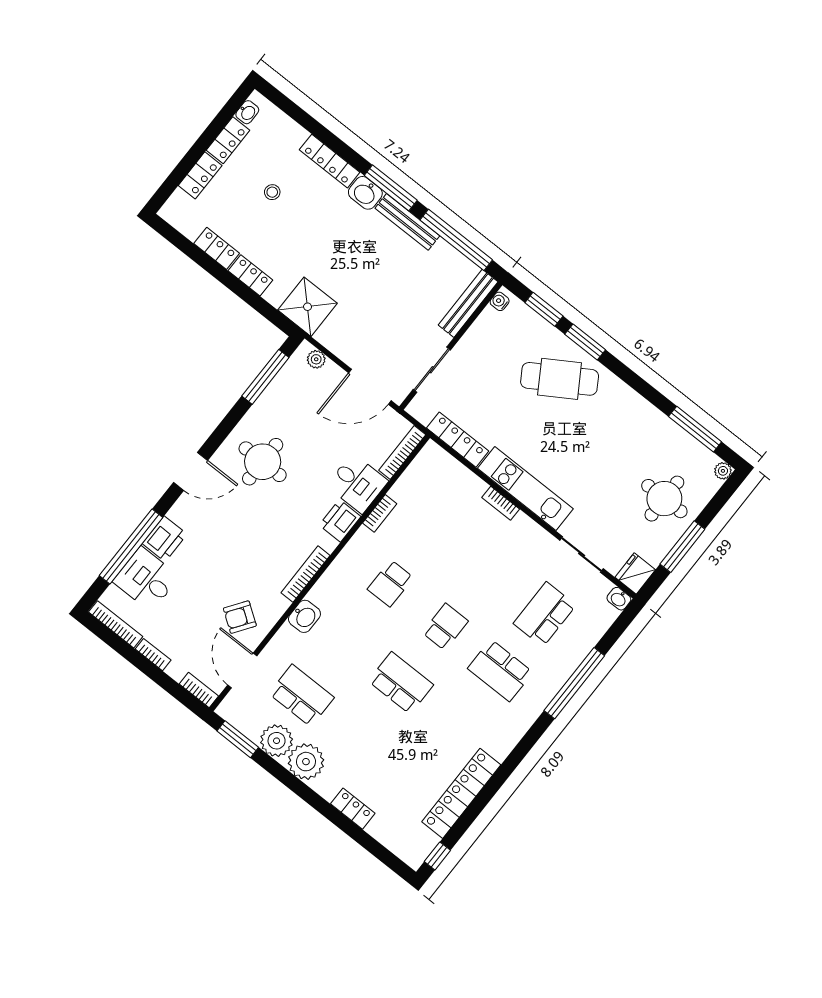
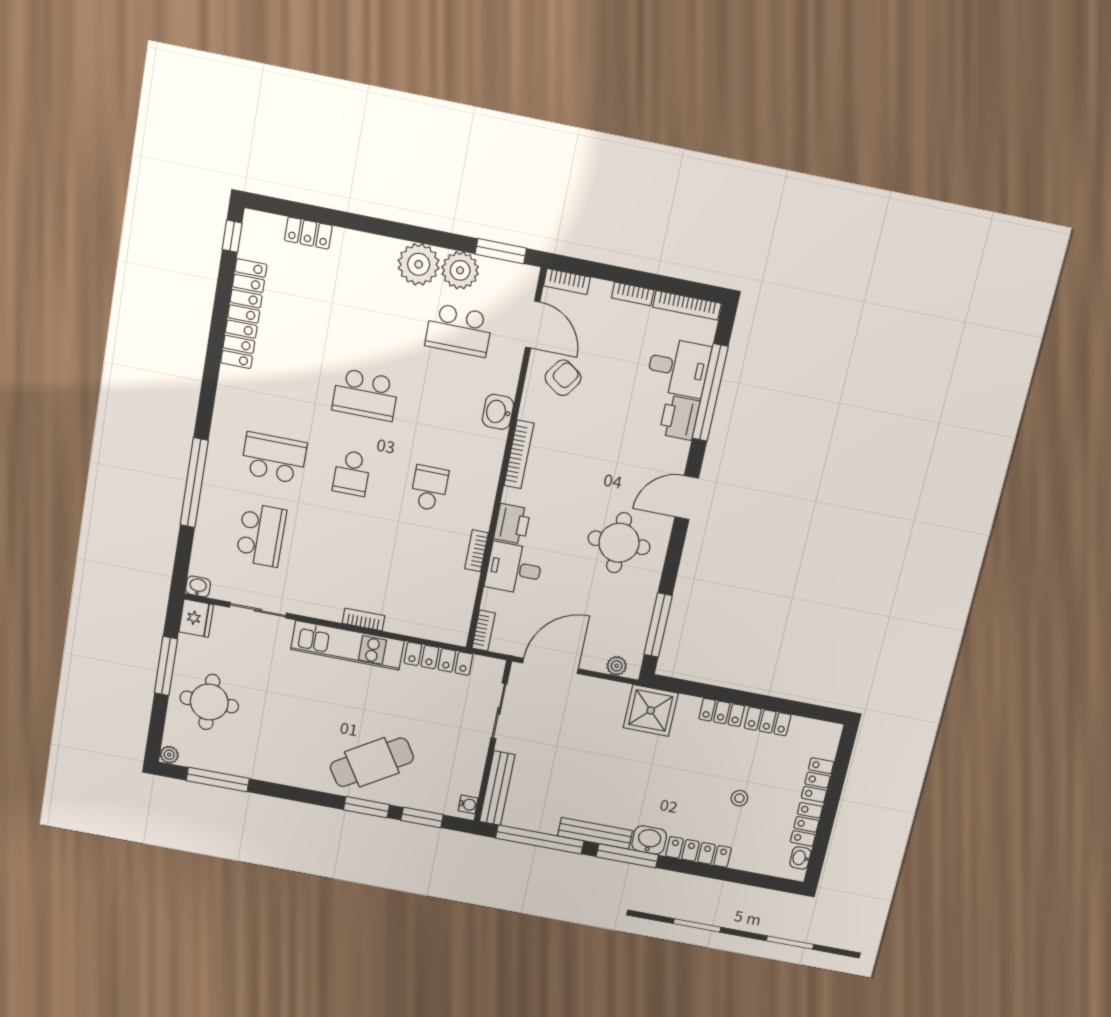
bookcase: (402, 452) -> (483, 631), width x0.64
locker: (353, 809) -> (308, 233), moved

